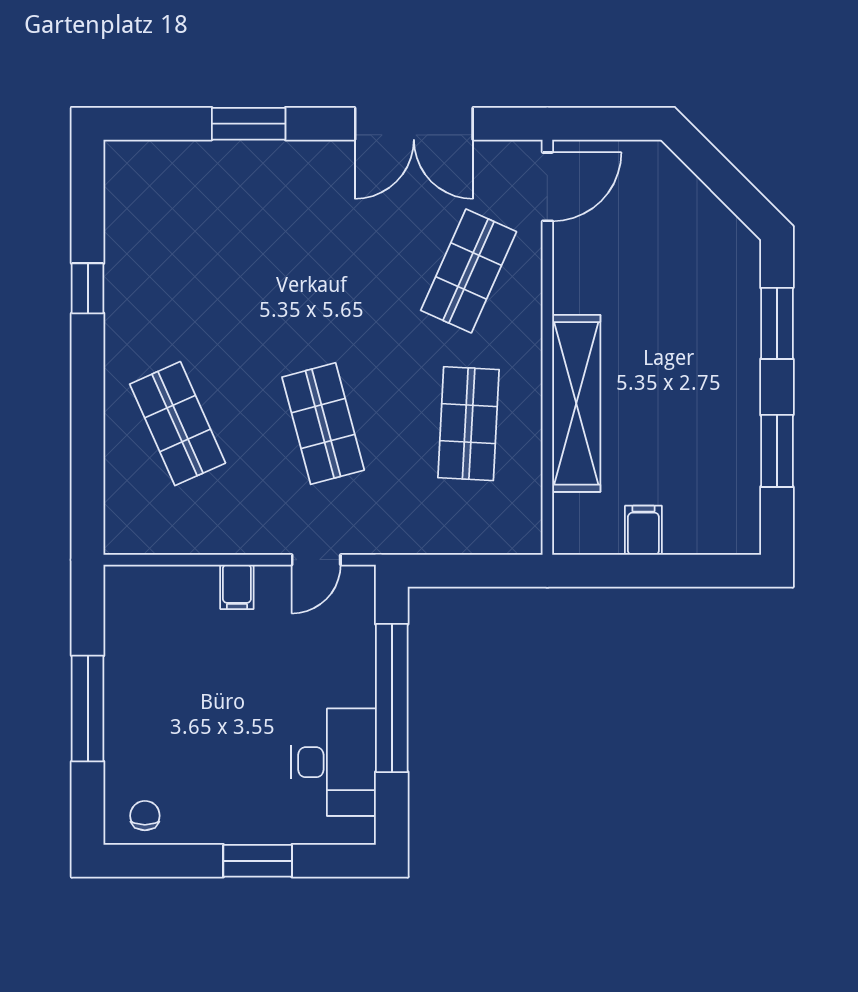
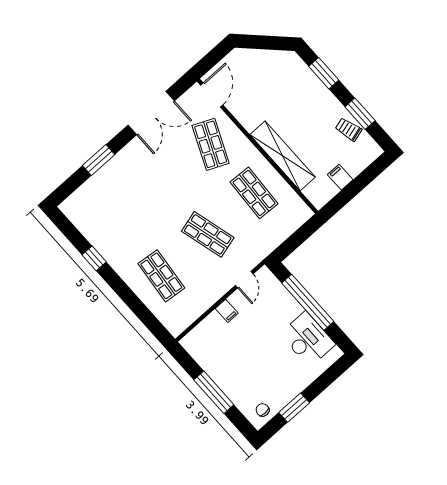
shop shelf: (178, 424) -> (161, 276), turned 30
trolley: (732, 460) -> (348, 129), added
window: (258, 861) -> (294, 408), moved

